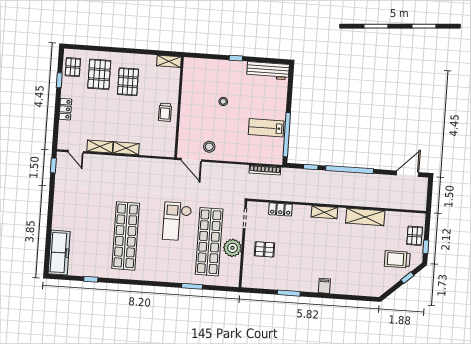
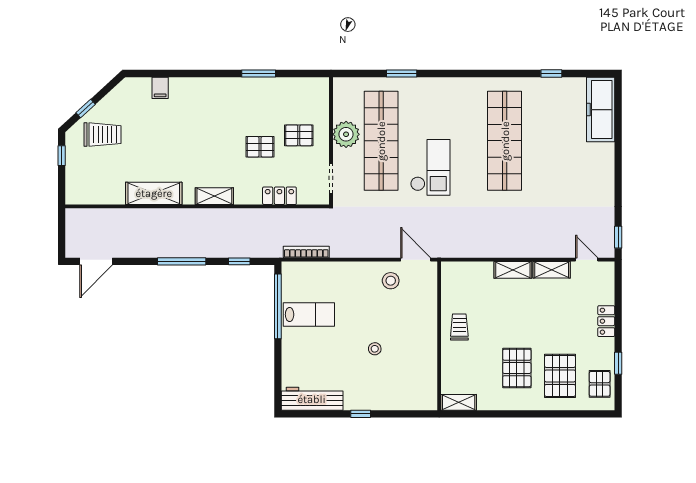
window: (350, 170) -> (182, 261), width x0.68
pallet: (415, 236) -> (260, 147), moved, turned 90
filing cabinet: (324, 286) -> (160, 88), moved

